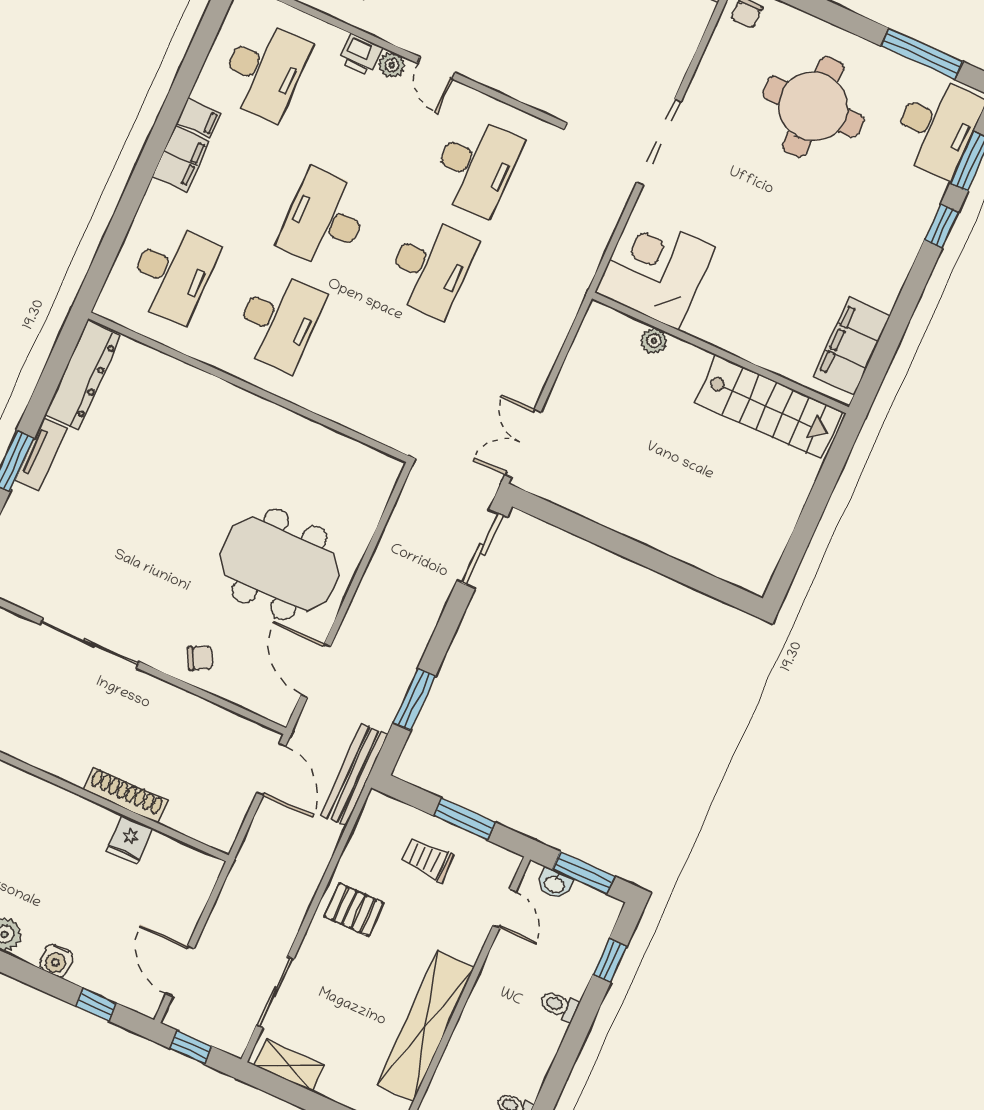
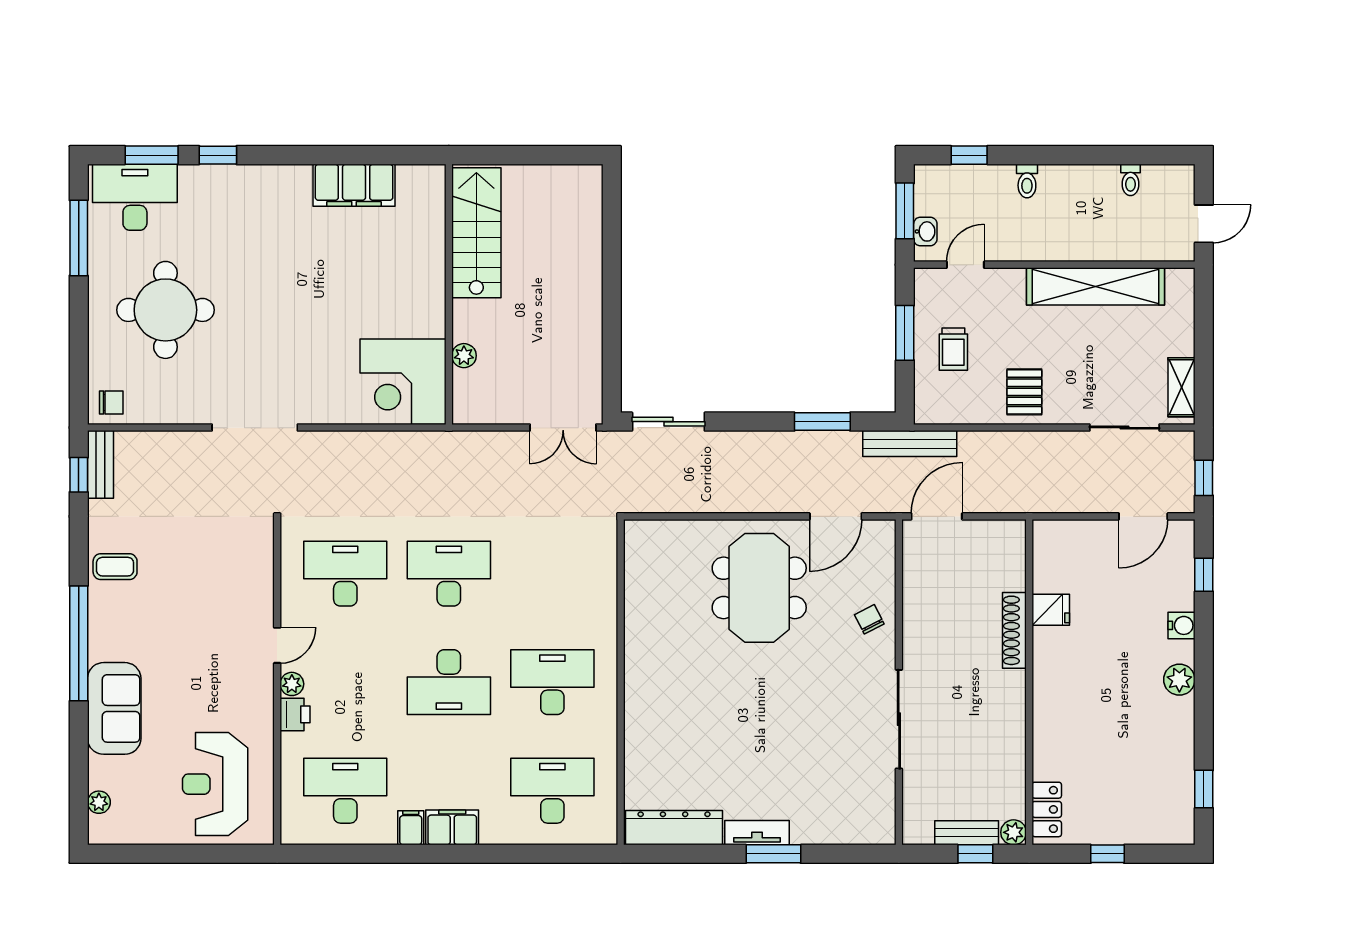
corner desk: (655, 270) -> (403, 382), moved
plant: (654, 341) -> (464, 356), moved
wall: (720, 353) -> (449, 294), moved
stairs: (768, 407) -> (476, 233), moved

